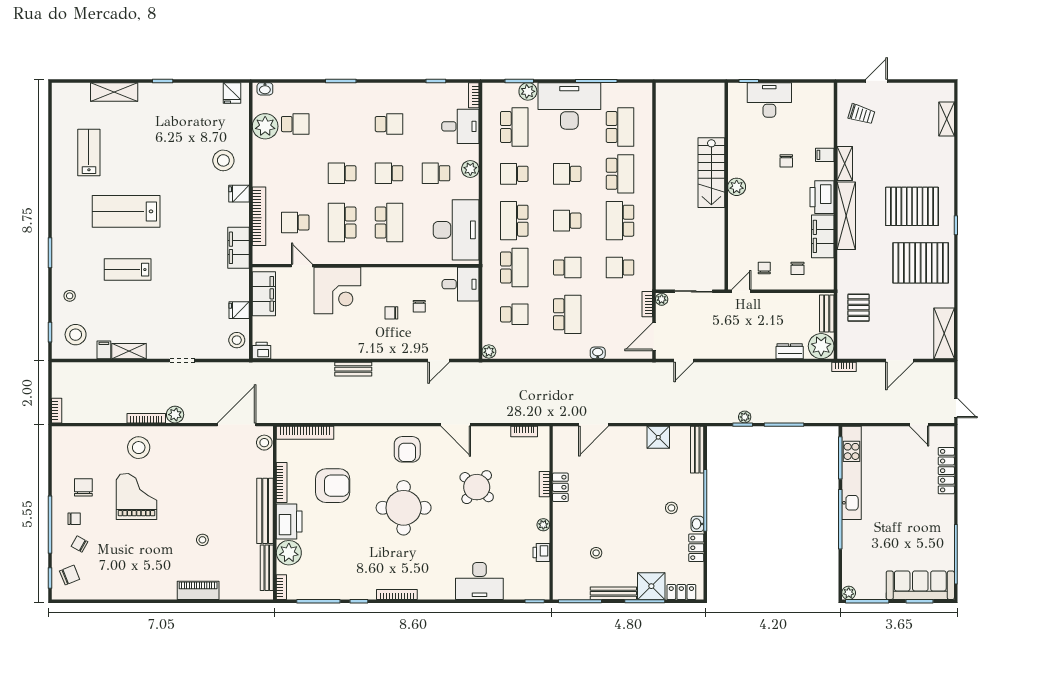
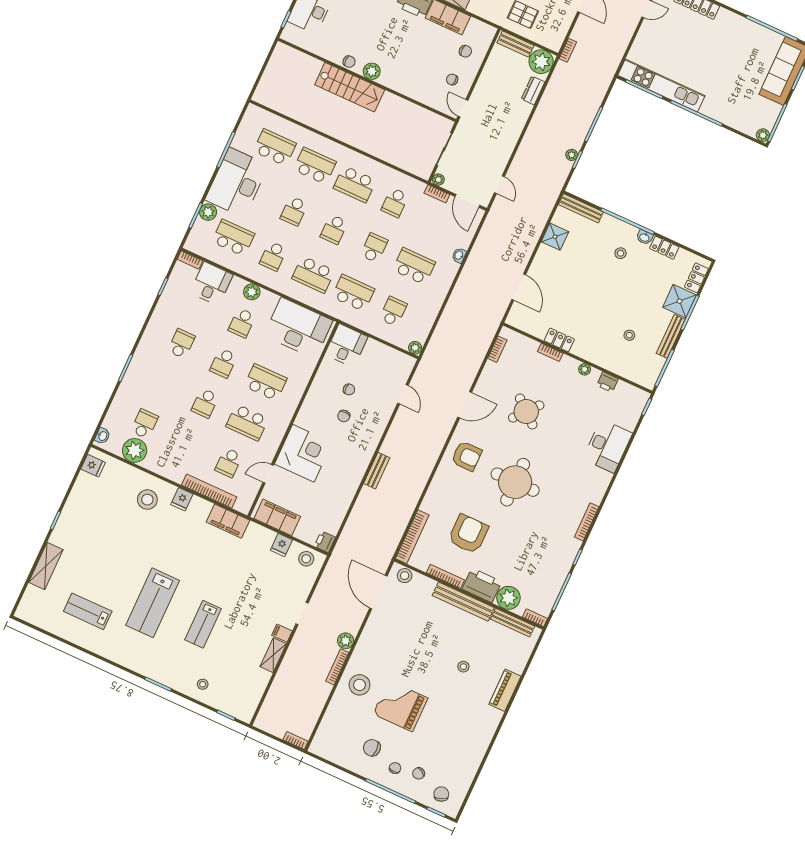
chair: (786, 161) -> (349, 62), moved
stool: (76, 335) -> (238, 694), removed
filing cabinet: (104, 350) -> (282, 633), moved

